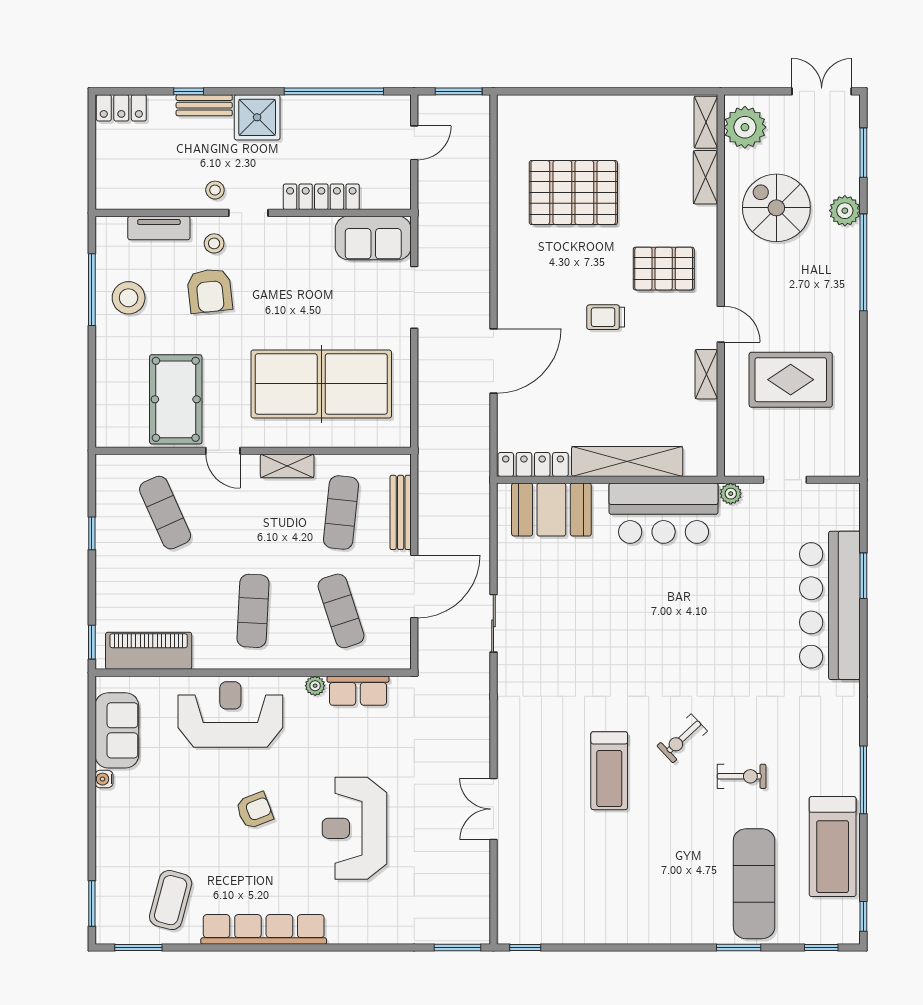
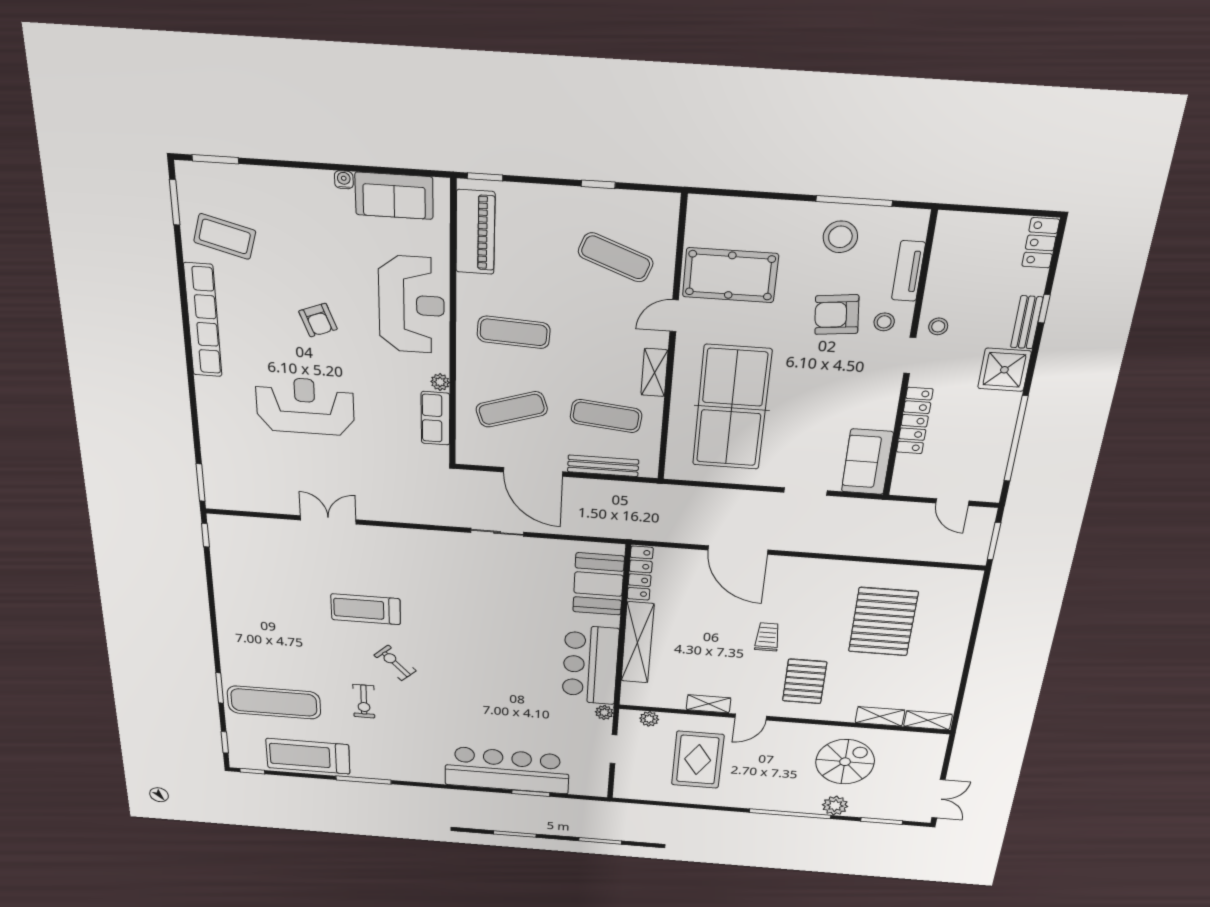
plant: (745, 127) -> (649, 719), moved, width x0.53, depth x0.53
doorway: (414, 297) -> (805, 491), width x0.73
exercise mat: (165, 513) -> (616, 257), turned 45

